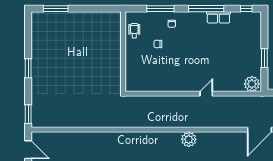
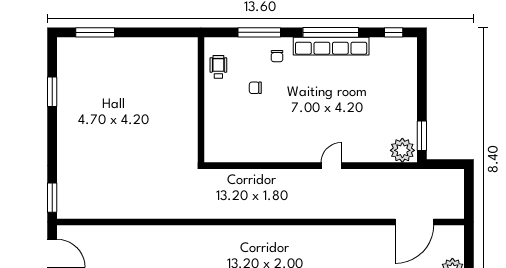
row of seats: (218, 17) -> (331, 46), width x2.02
window: (264, 58) -> (422, 136), moved
window: (28, 68) -> (52, 92), moved
plant: (189, 139) -> (304, 237), removed

